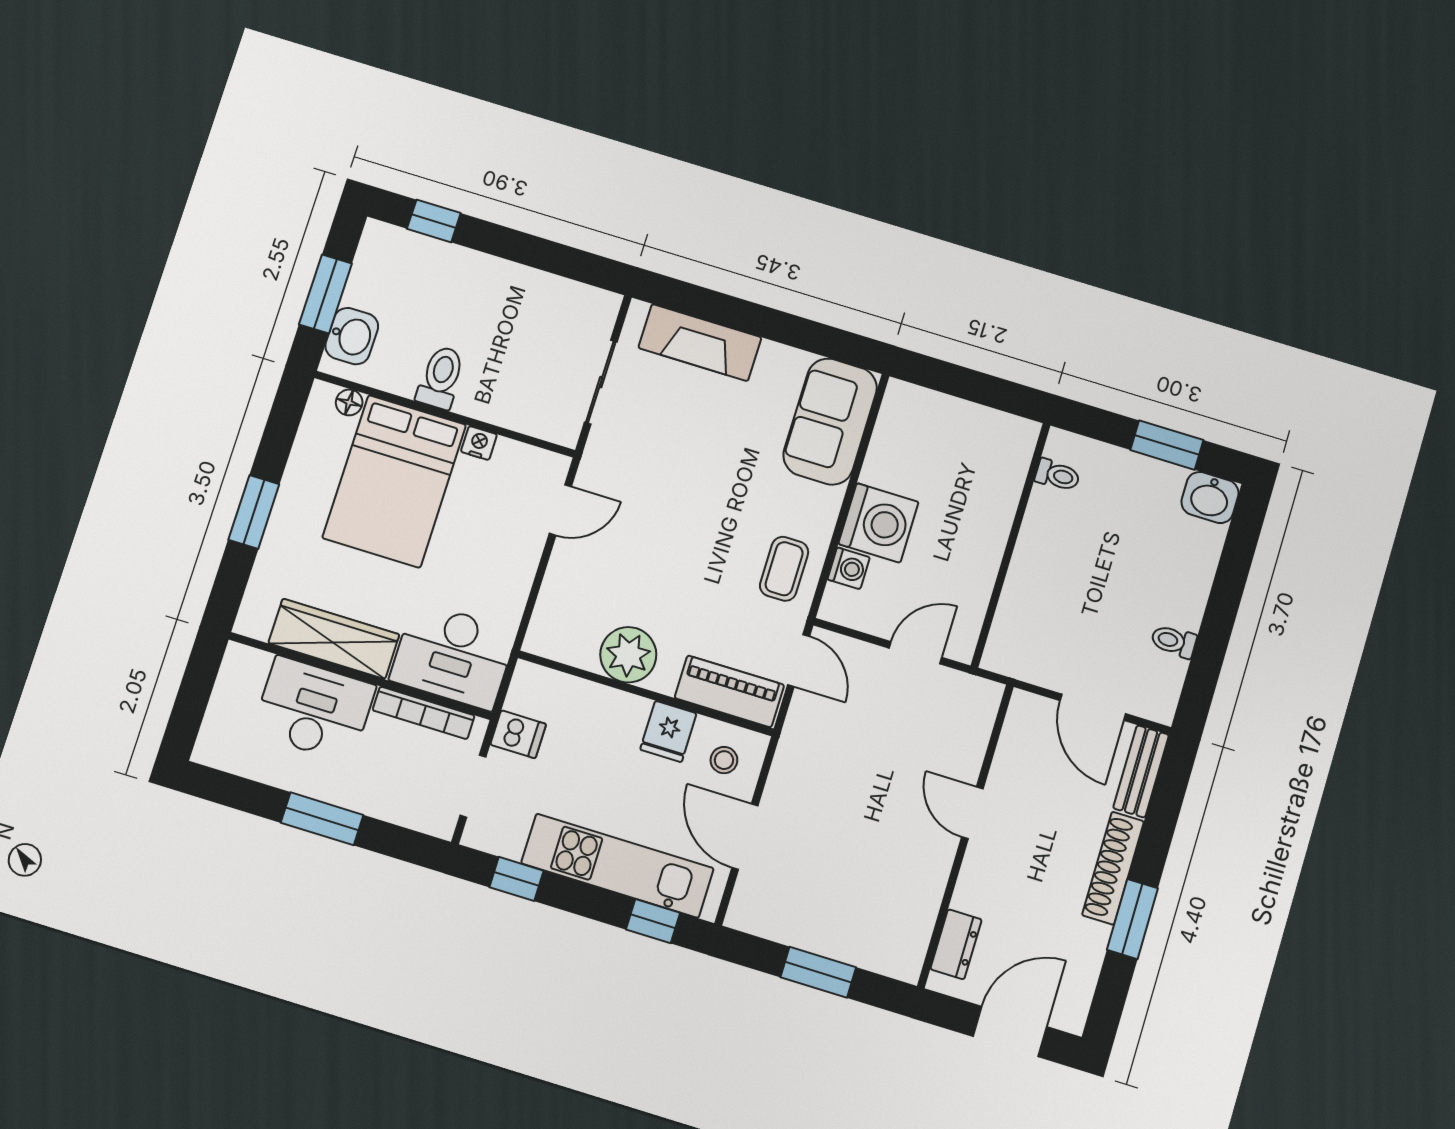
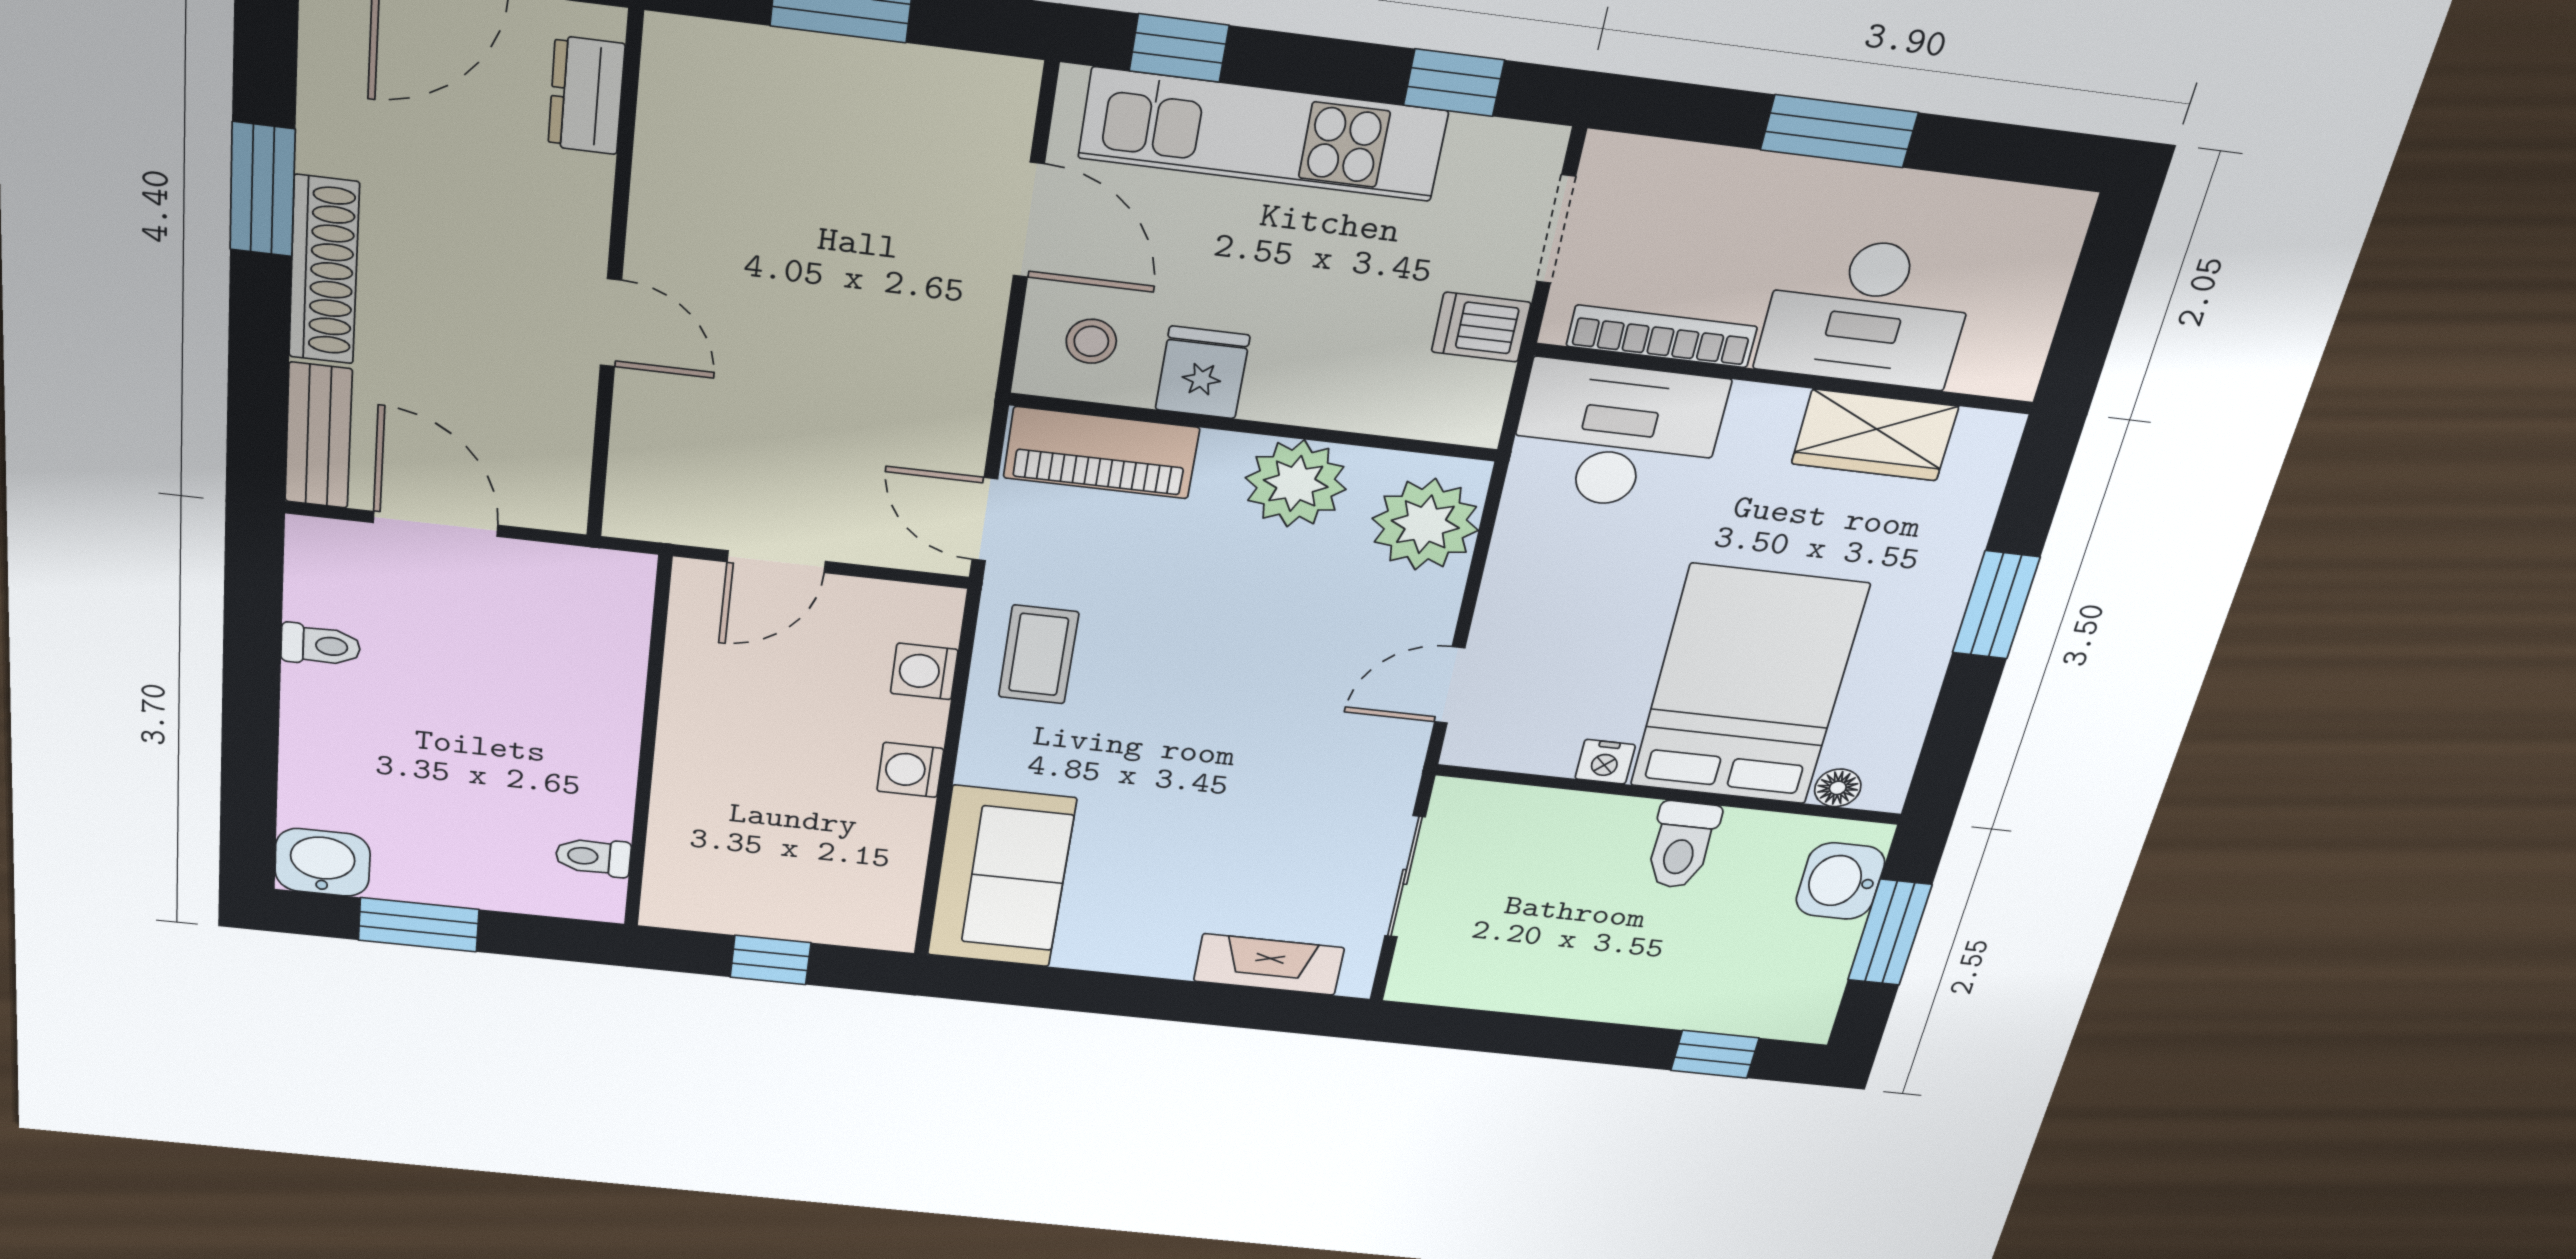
fireplace: (700, 343) -> (1269, 964), width x0.73, depth x0.76
window: (972, 386) -> (770, 960), added
washing machine: (878, 523) -> (910, 770), width x0.53, depth x0.53
plant: (562, 617) -> (1425, 524), added
wardrobe: (334, 639) -> (1875, 435), width x0.67

